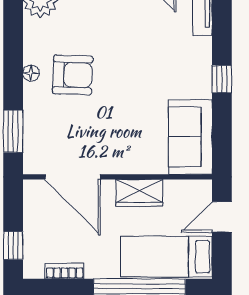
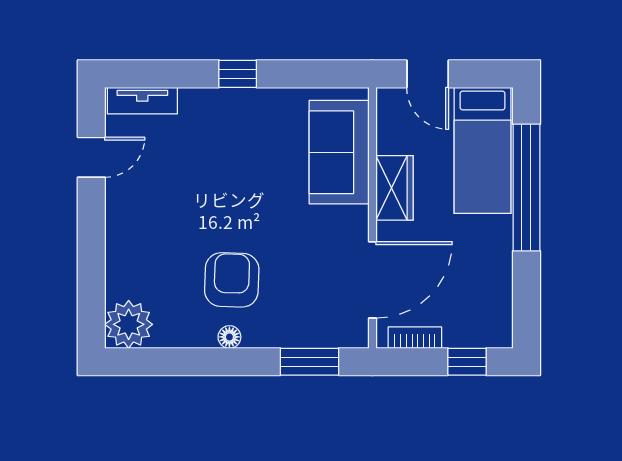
sofa: (190, 137) -> (339, 152), moved, turned 90
bookcase: (65, 271) -> (415, 338), moved, turned 90

